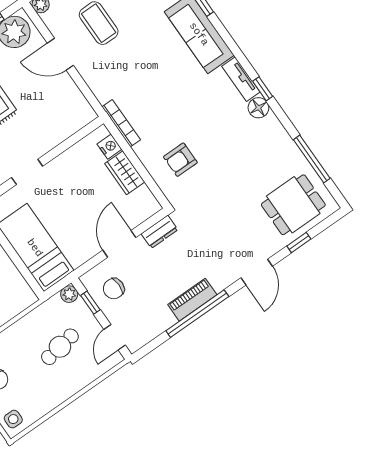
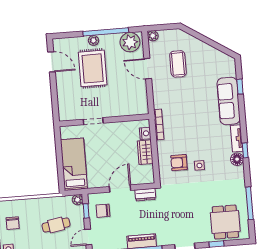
side table: (211, 147) -> (199, 165), added
dining table: (293, 205) -> (225, 222), turned 90

